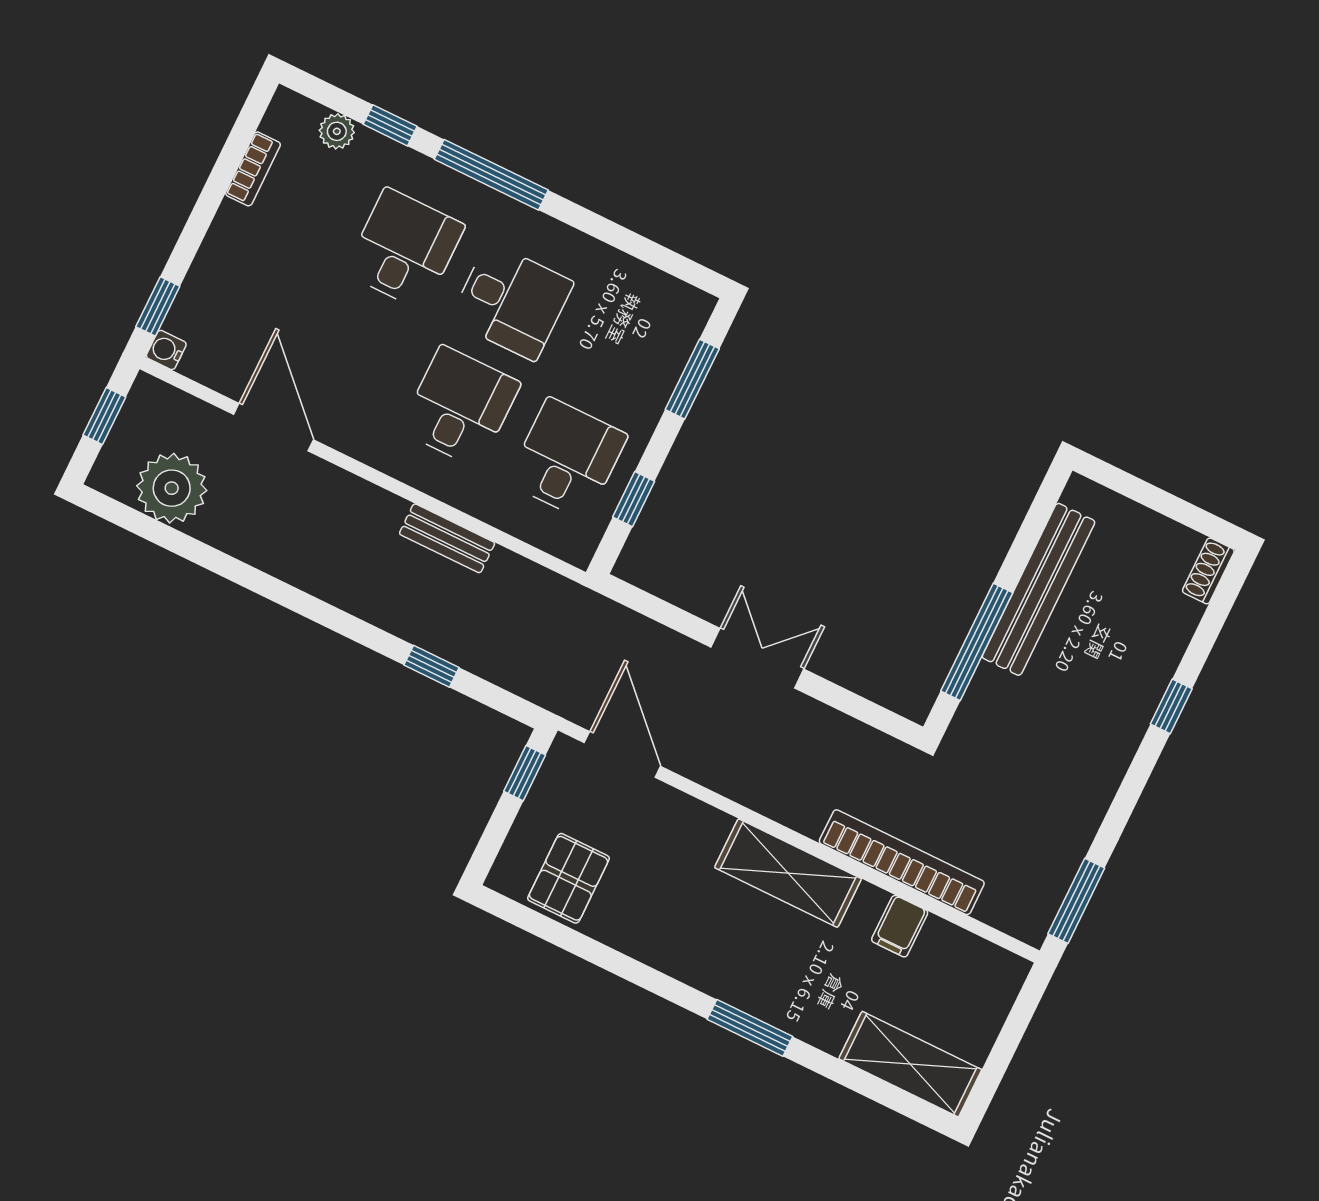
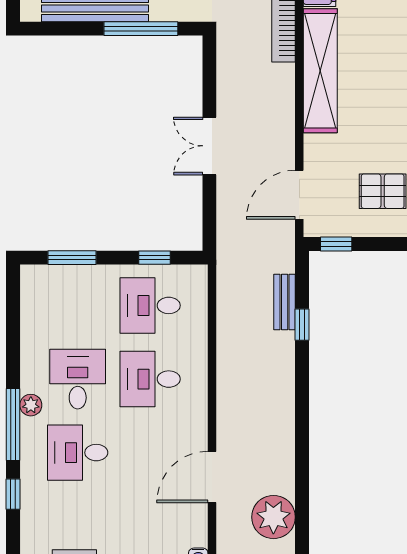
plant: (337, 131) -> (31, 405), moved
bench: (447, 538) -> (285, 302), moved
shelving: (788, 873) -> (320, 71), width x1.47

